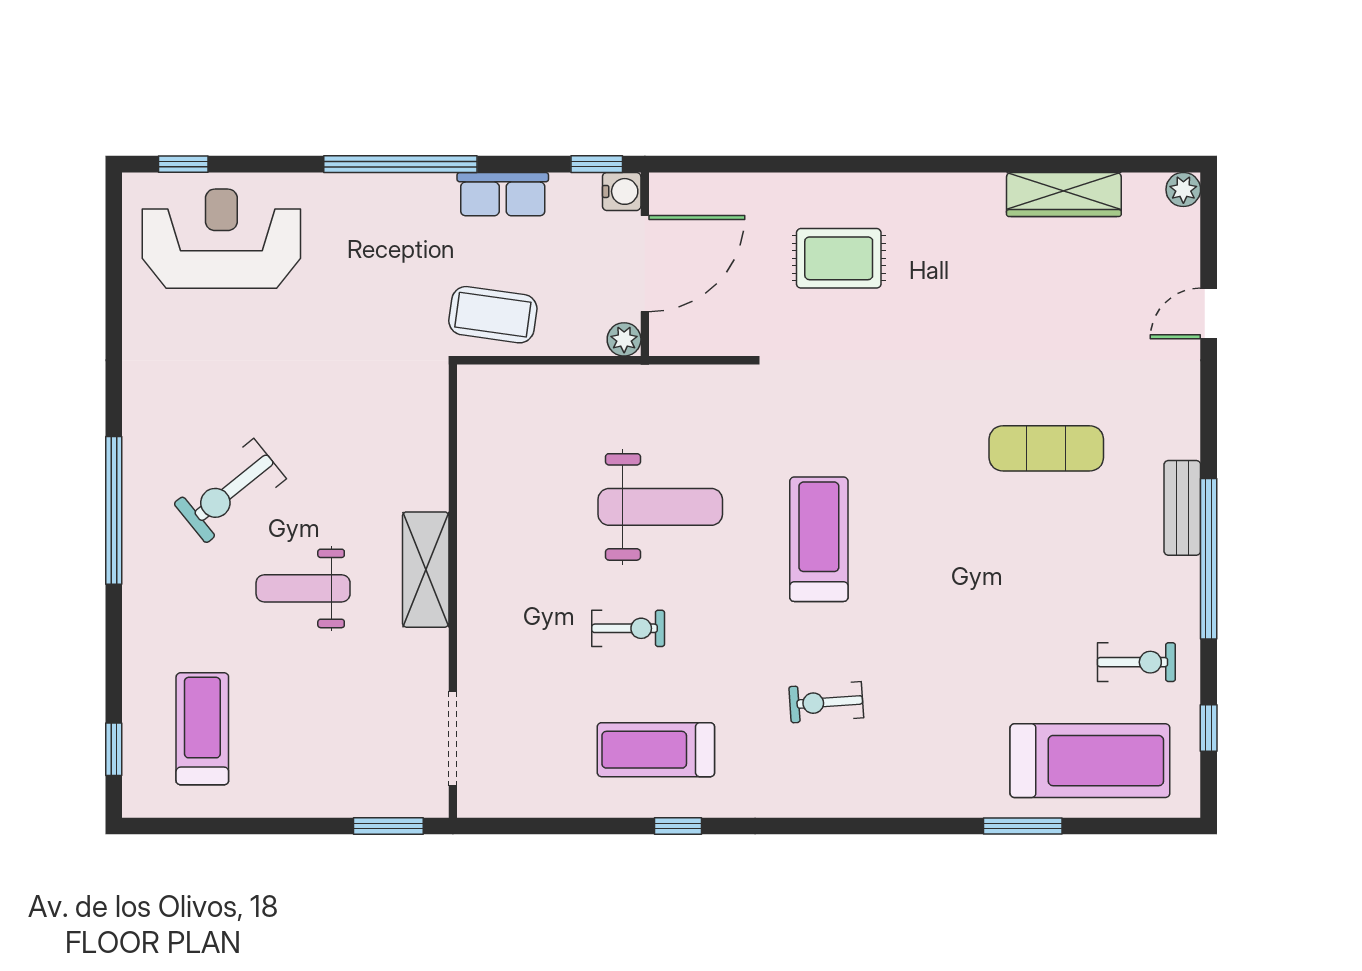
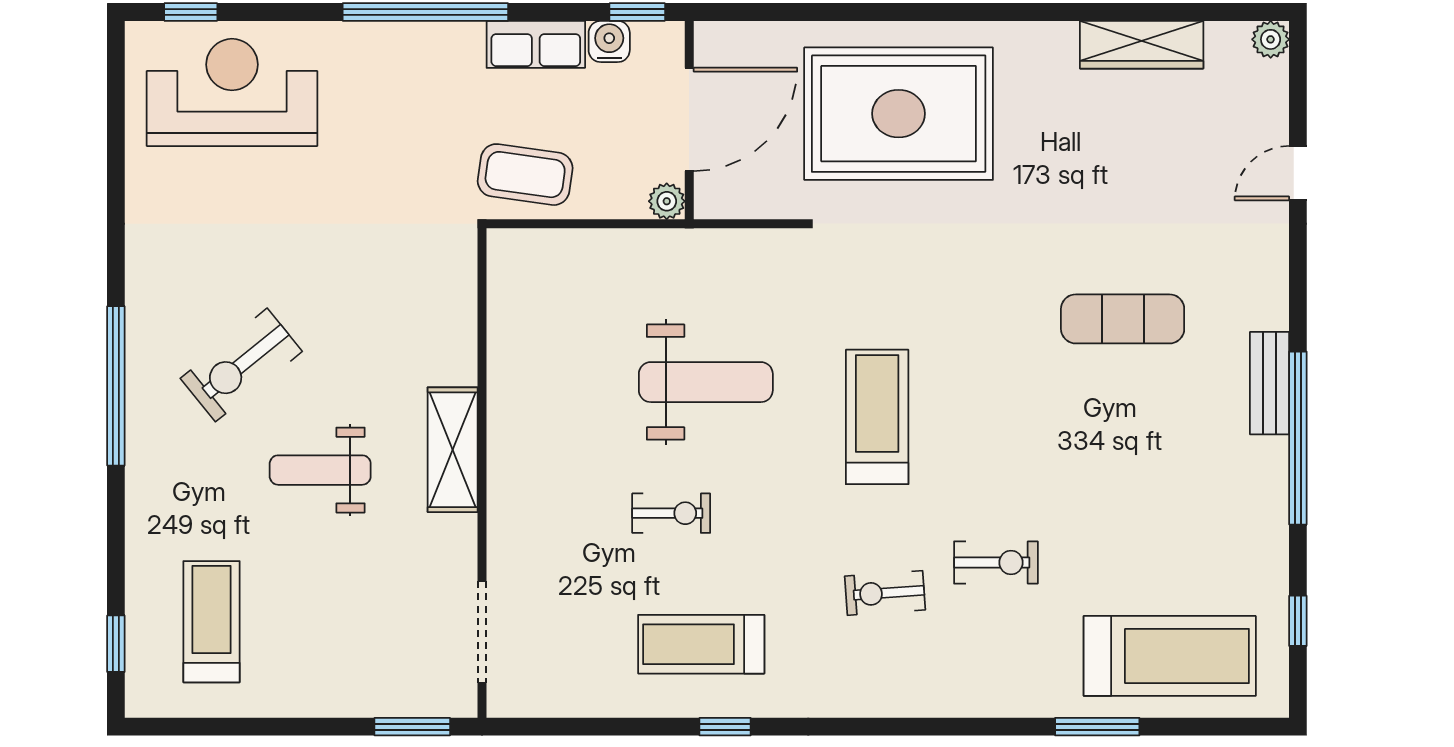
water cooler: (622, 191) -> (609, 41), moved, turned -90
rug: (839, 258) -> (899, 114), width x1.86, depth x2.06
exercise bike: (1136, 662) -> (996, 562), moved

